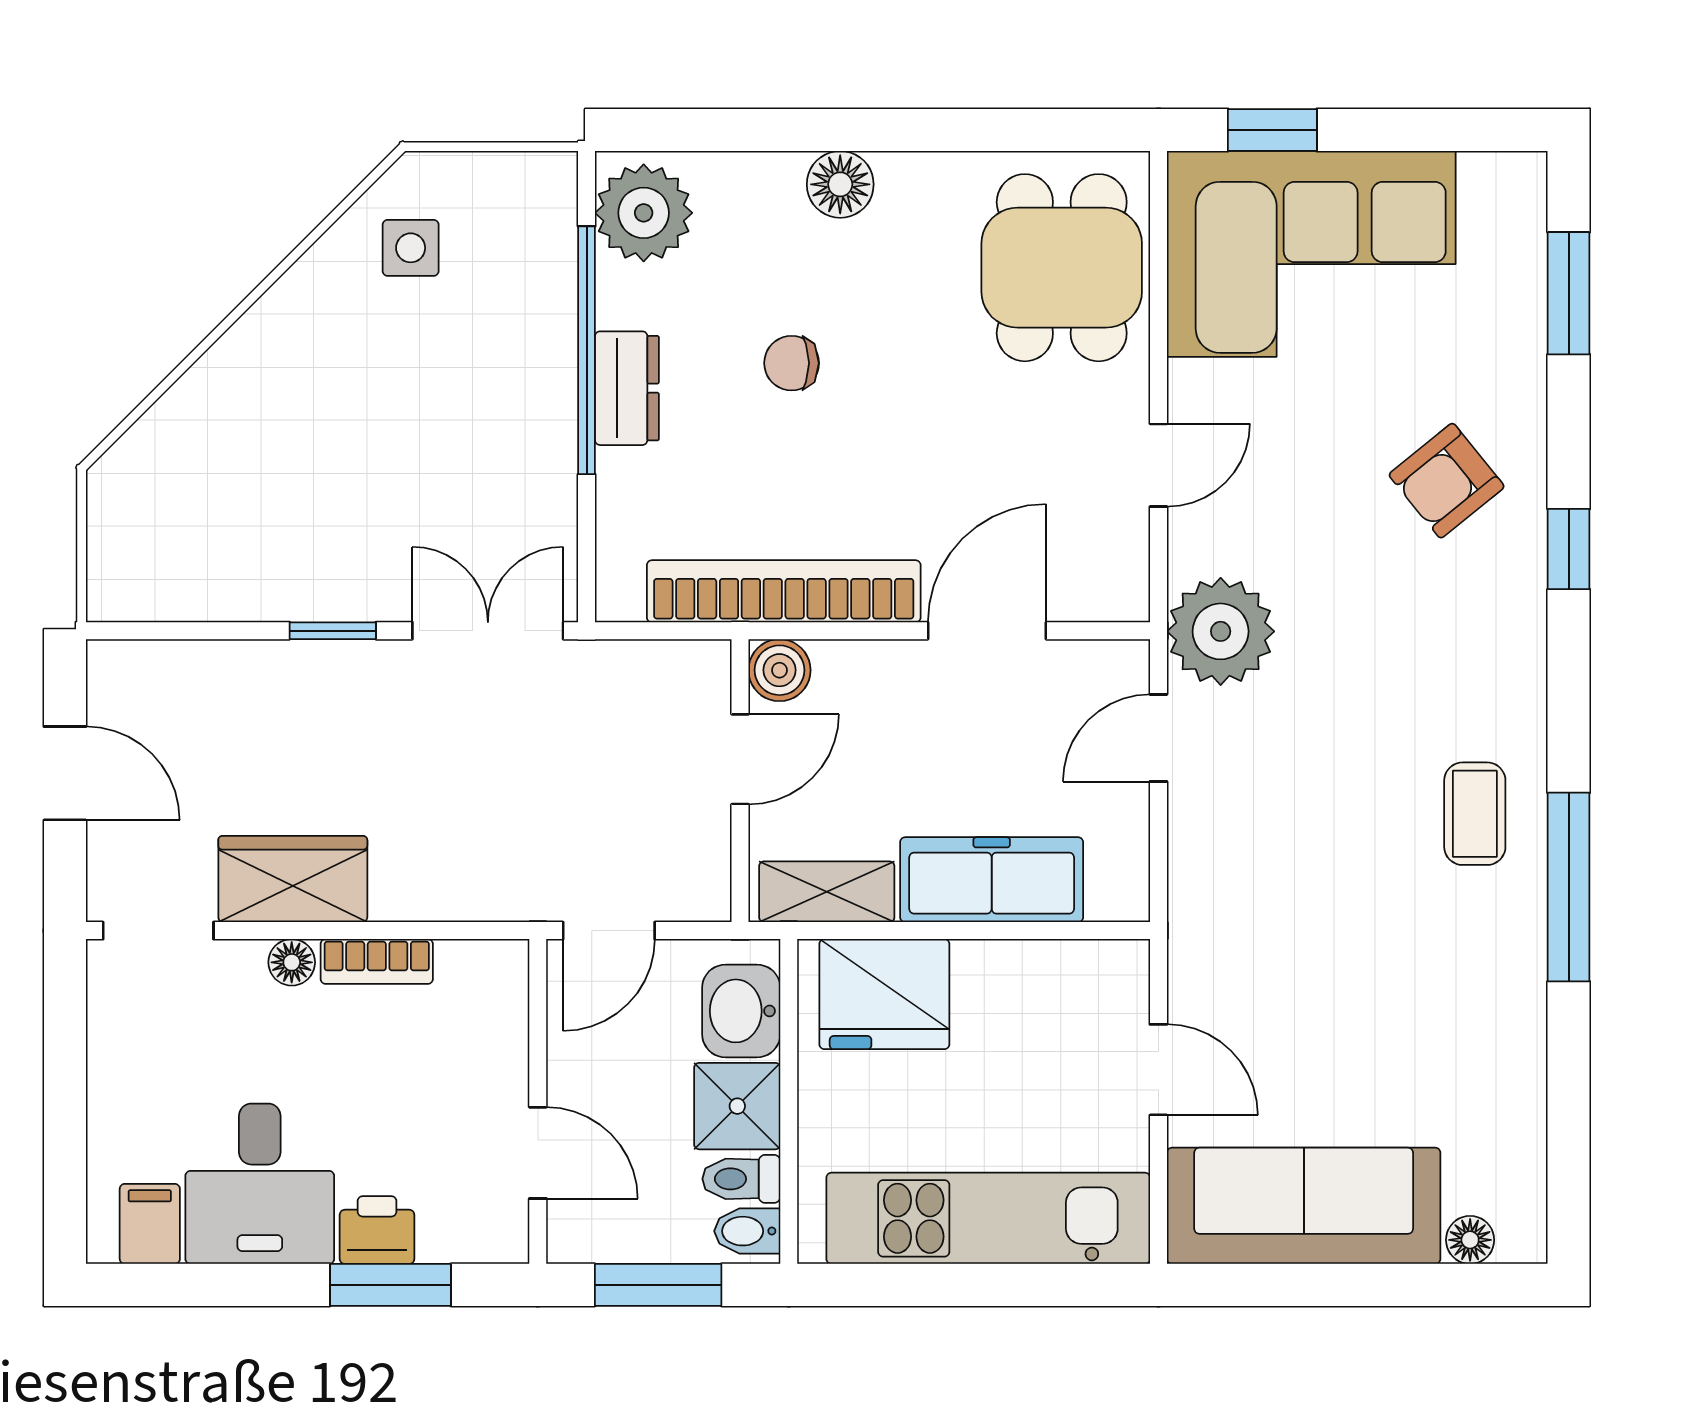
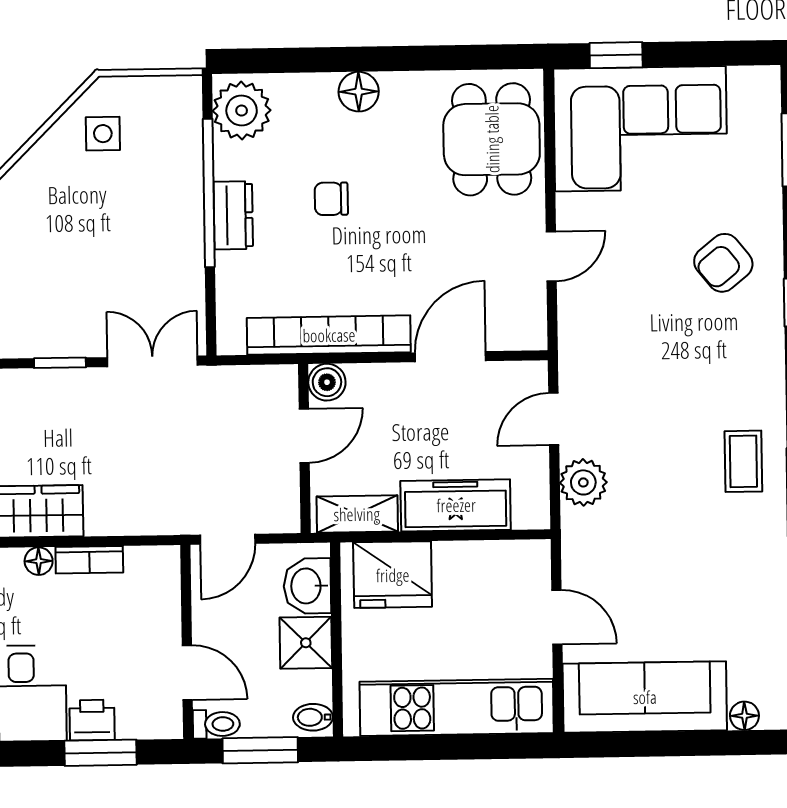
plant: (1221, 631) -> (583, 482), moved, width x0.73, depth x0.73
toilet: (741, 1179) -> (216, 724), moved, turned 180

